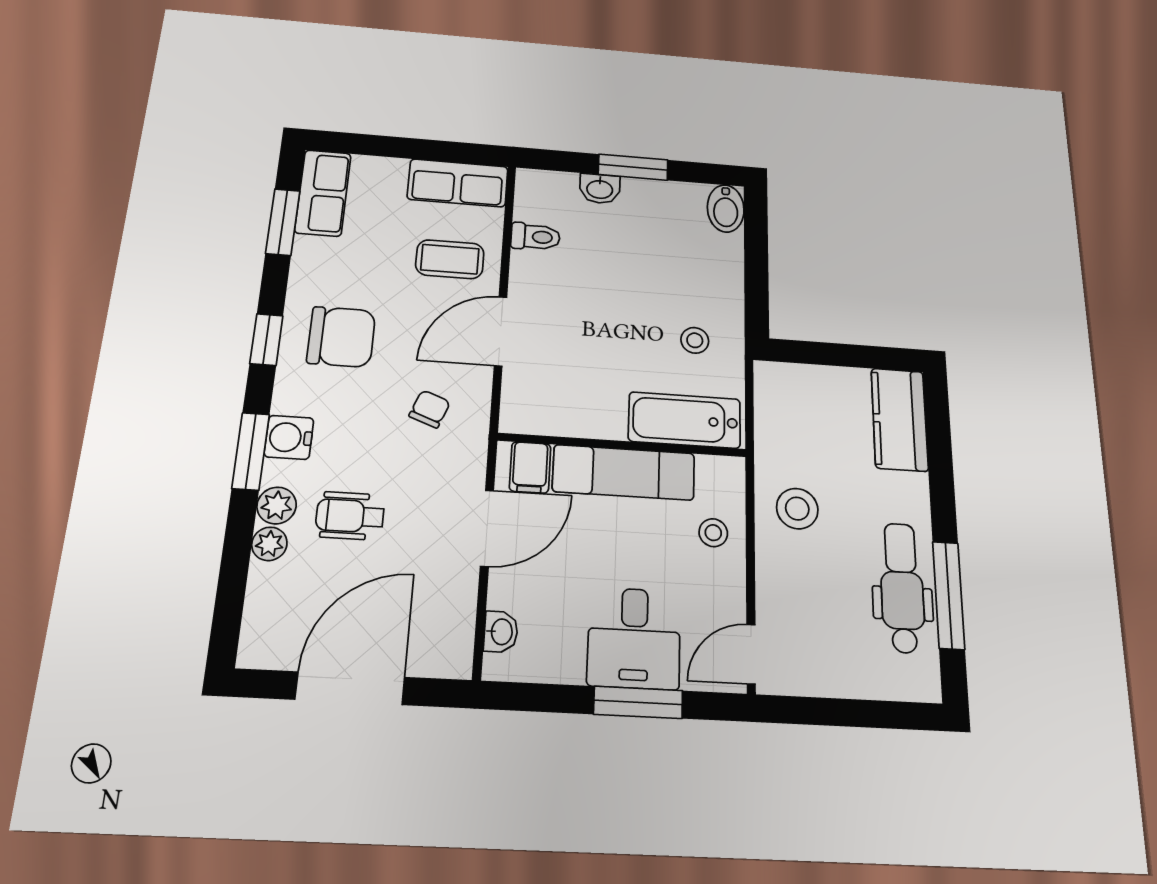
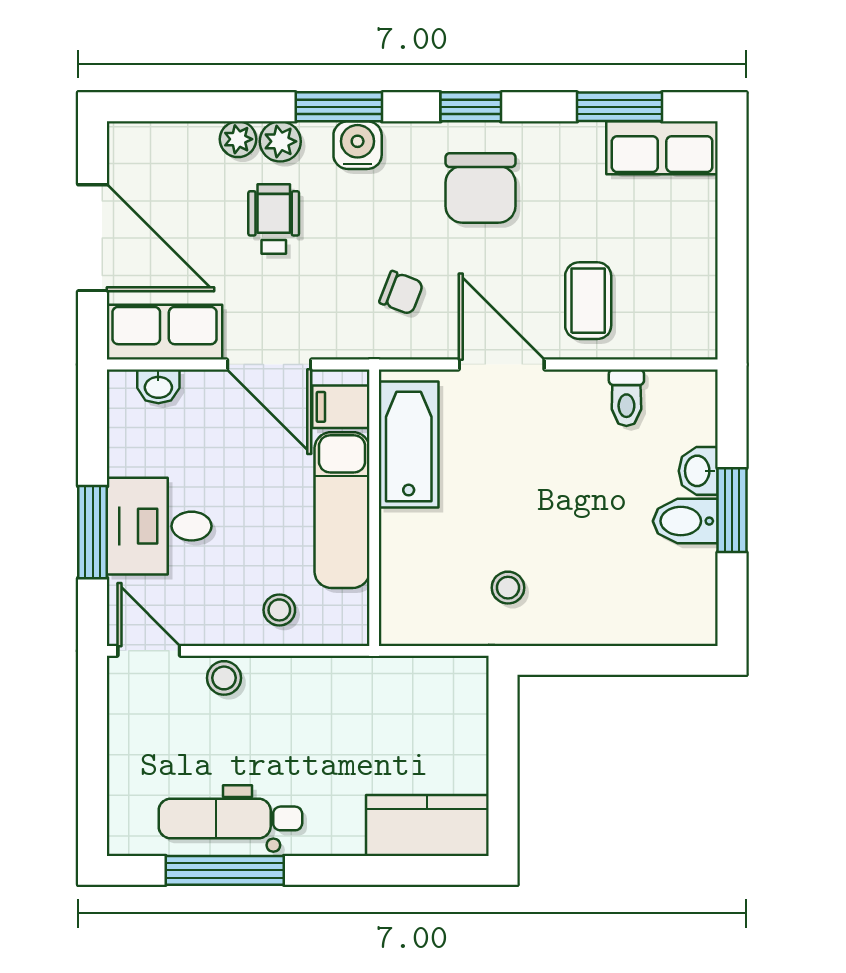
row of seats: (458, 183) -> (164, 332), moved, turned 90
bidet: (726, 208) -> (685, 521), moved
bathtub: (685, 420) -> (409, 445), moved
stool: (797, 509) -> (224, 678), moved, width x0.73, depth x0.73
dental chair: (902, 587) -> (230, 818), turned 180

